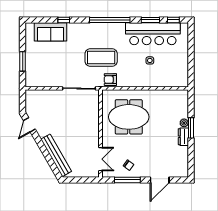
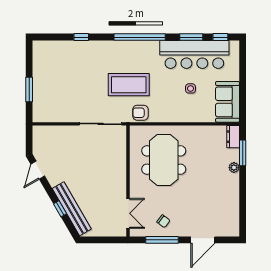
sofa: (51, 32) -> (228, 102), moved, turned 90
meeting table: (129, 117) -> (164, 160), turned 90
window: (191, 128) -> (243, 153), moved
dresser: (183, 137) -> (233, 137), moved
window: (47, 155) -> (60, 209), added

